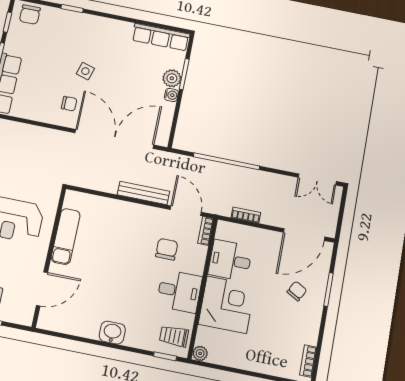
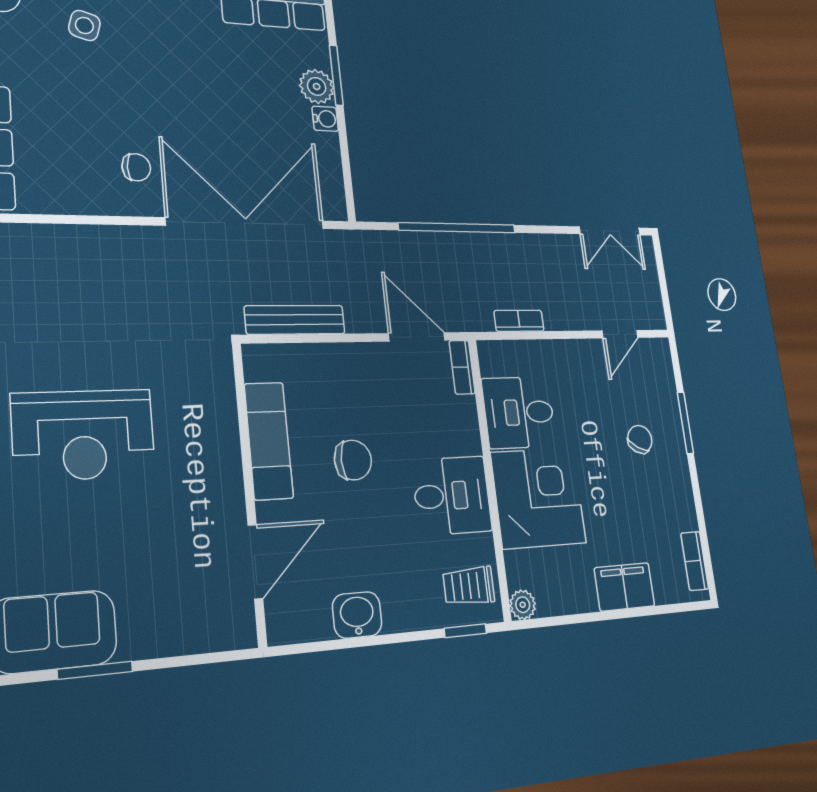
side table: (85, 71) -> (84, 25), moved
bench: (143, 193) -> (295, 320), moved
door: (304, 235) -> (620, 334), width x0.53
exam couch: (66, 236) -> (269, 441), moved
chair: (167, 249) -> (353, 460), moved, turned 90
wall: (49, 257) -> (249, 492), moved
door: (42, 289) -> (255, 562), moved
filing cabinet: (261, 362) -> (625, 587), added

